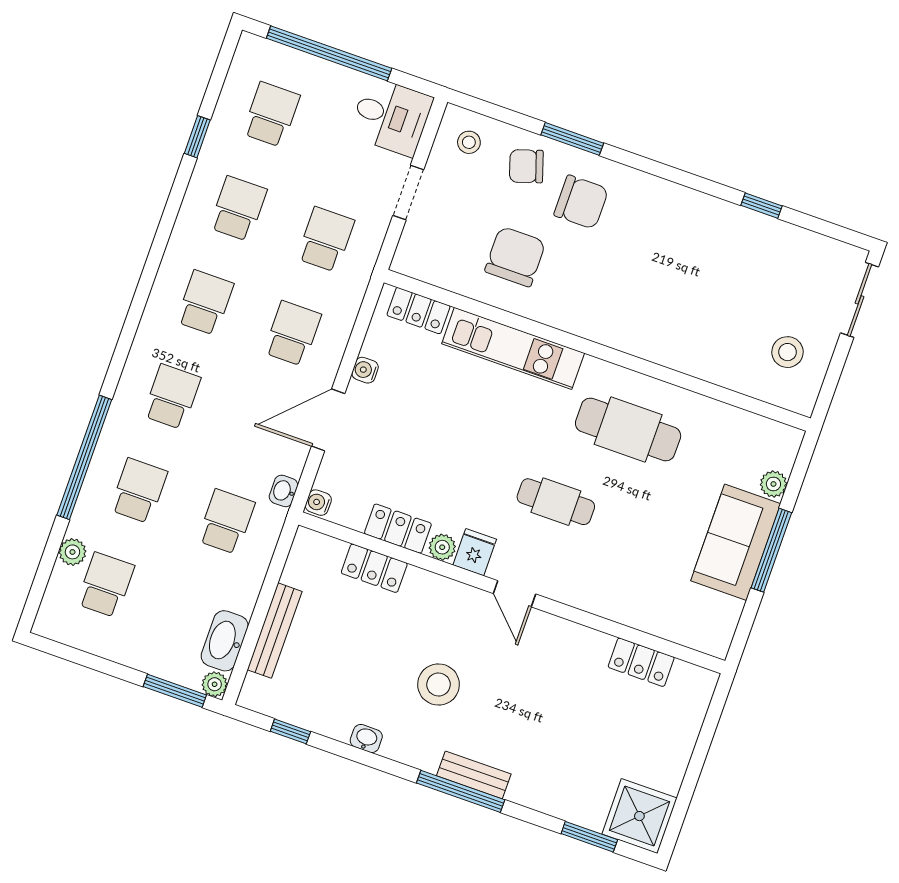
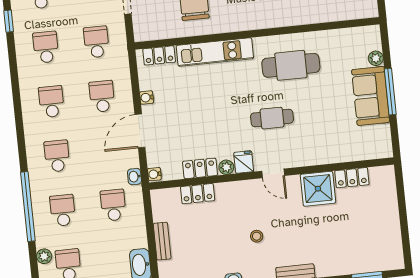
bench: (275, 631) -> (162, 241), width x0.73
stool: (439, 685) -> (257, 236), width x0.53, depth x0.53
shower: (639, 816) -> (318, 189), moved

